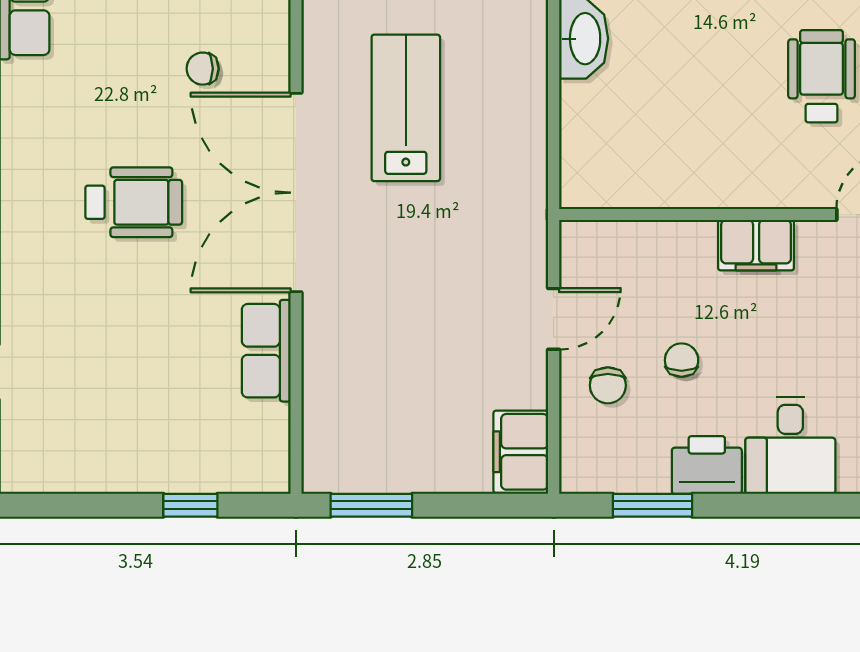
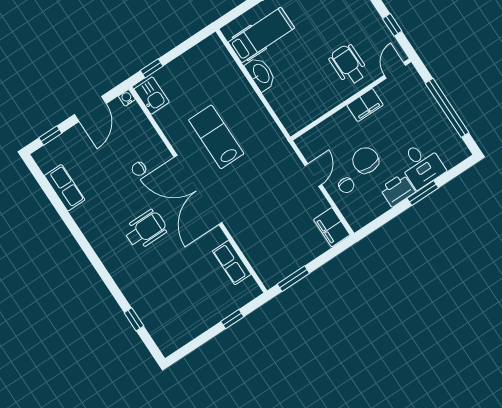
wheelchair: (822, 76) -> (348, 65), moved
row of seats: (266, 351) -> (232, 263), moved
chair: (682, 360) -> (366, 160), width x1.87, depth x1.87
window: (653, 505) -> (423, 193), moved

